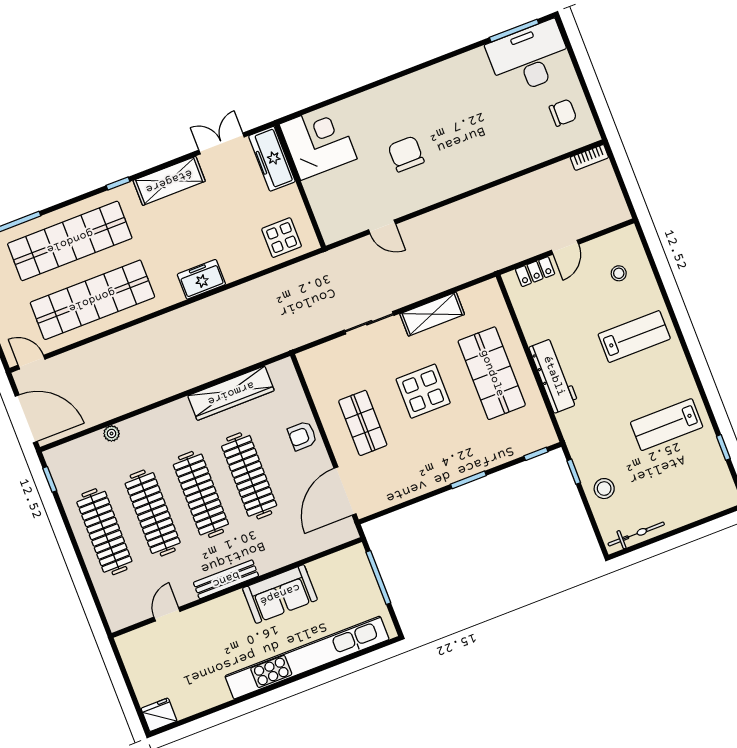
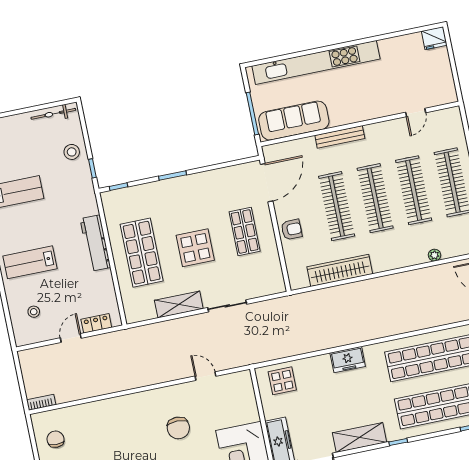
chair: (563, 113) -> (56, 439), turned 90
bench: (226, 579) -> (340, 137), moved
sofa: (280, 594) -> (294, 121), moved, width x1.36

